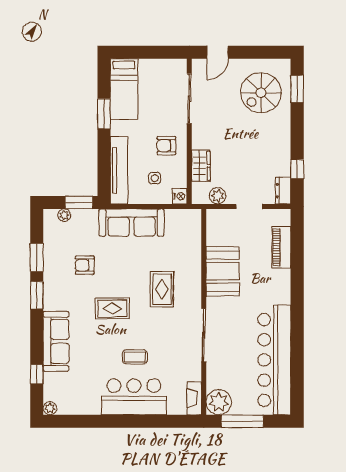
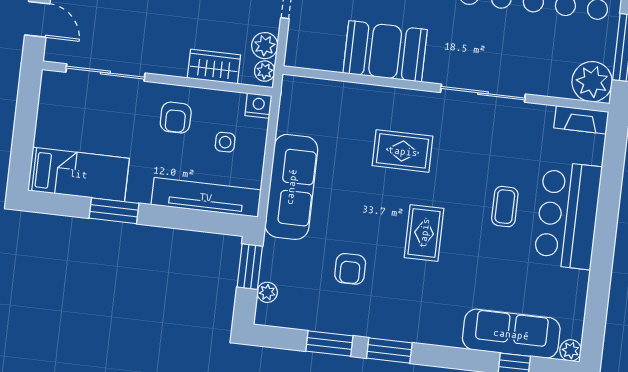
plant: (202, 198) -> (265, 71), added
sofa: (56, 341) -> (511, 334), moved

